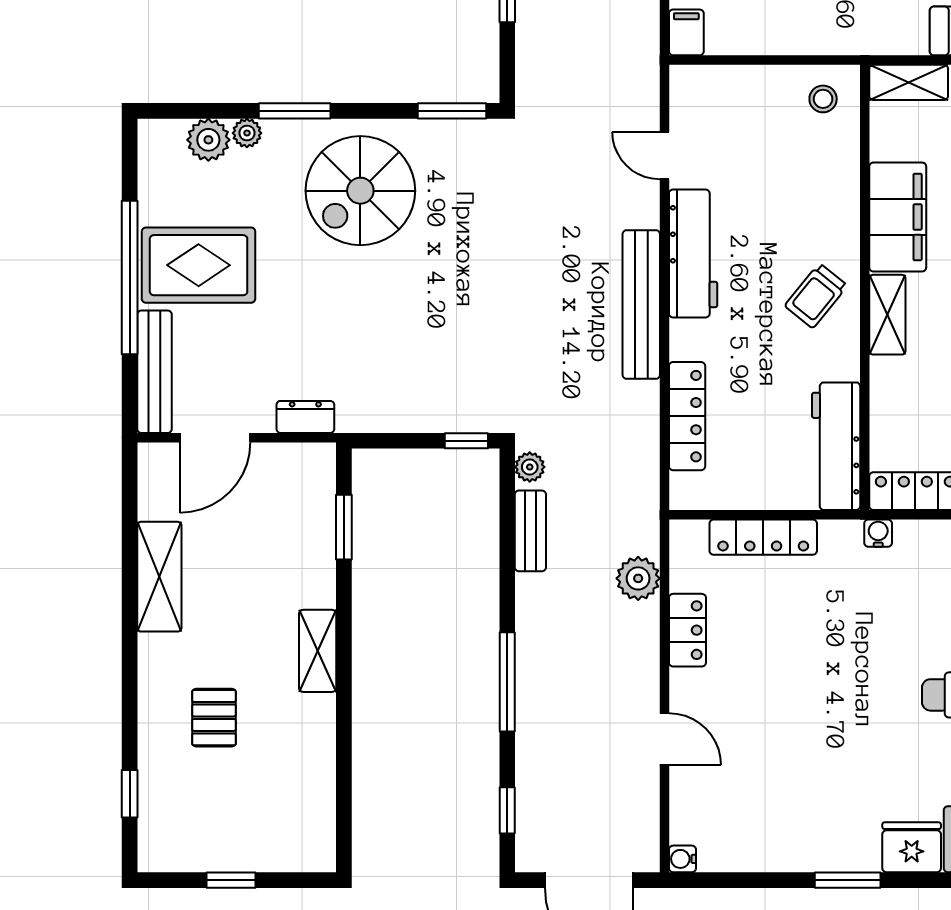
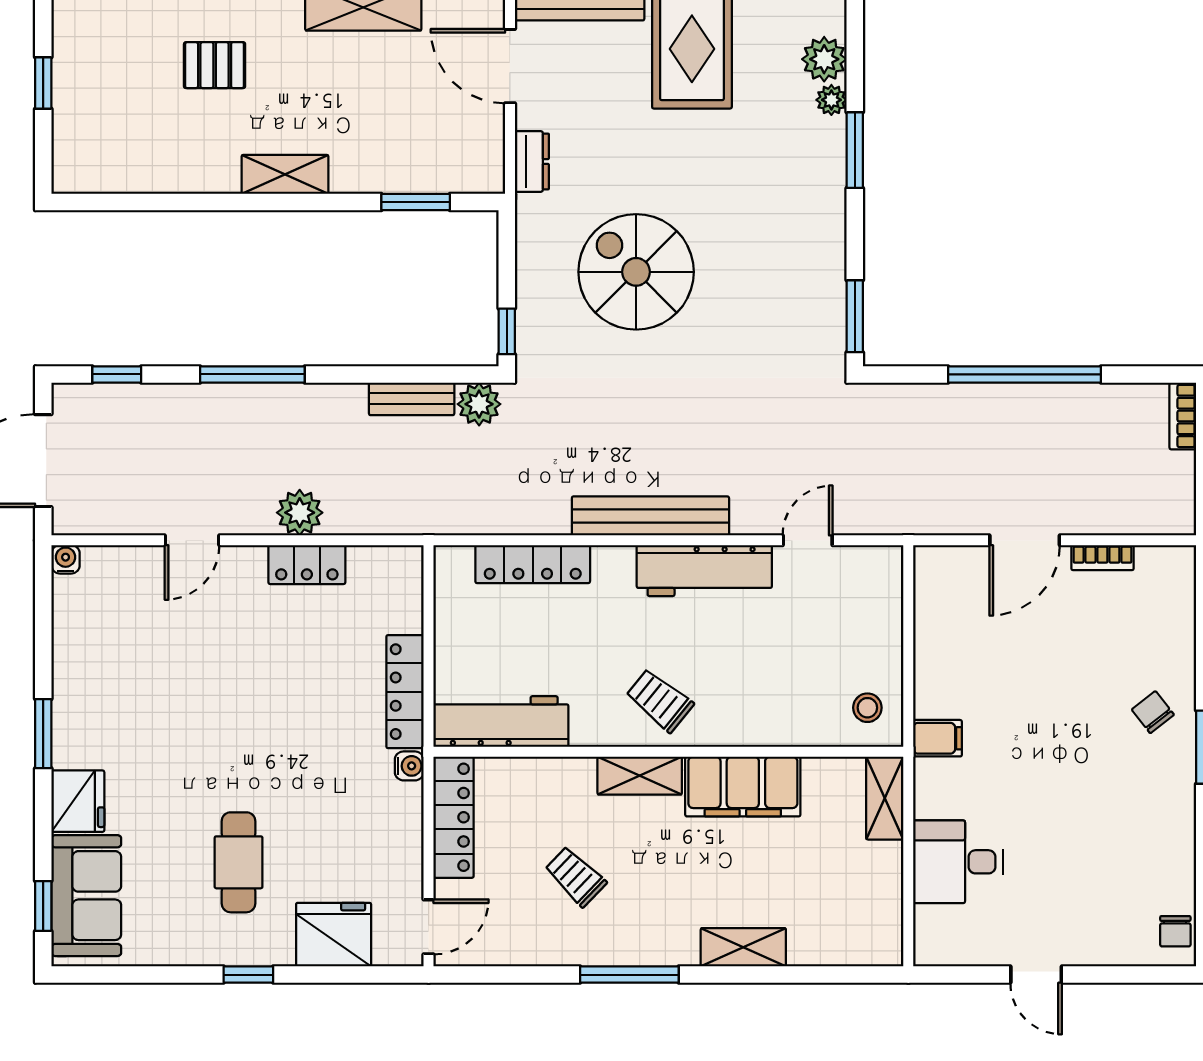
filing cabinet: (686, 32) -> (938, 738), moved
spiral stairs: (360, 191) -> (636, 272), moved
plant: (530, 467) -> (479, 404), width x1.38, depth x1.38
locker: (763, 537) -> (405, 692), moved
plant: (638, 578) -> (300, 513), moved

